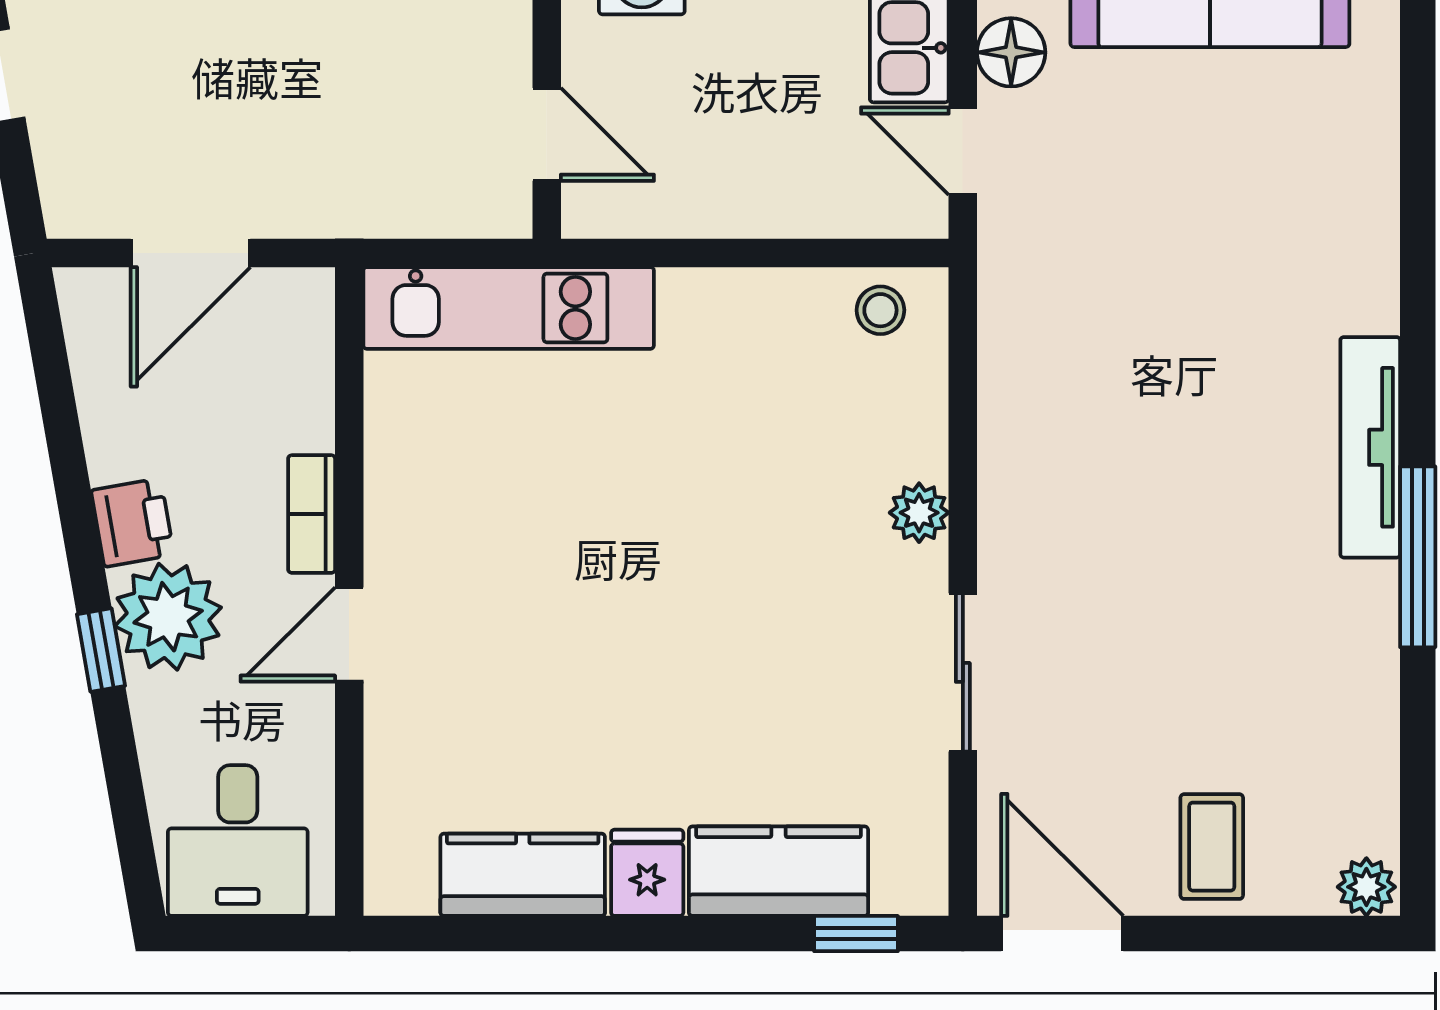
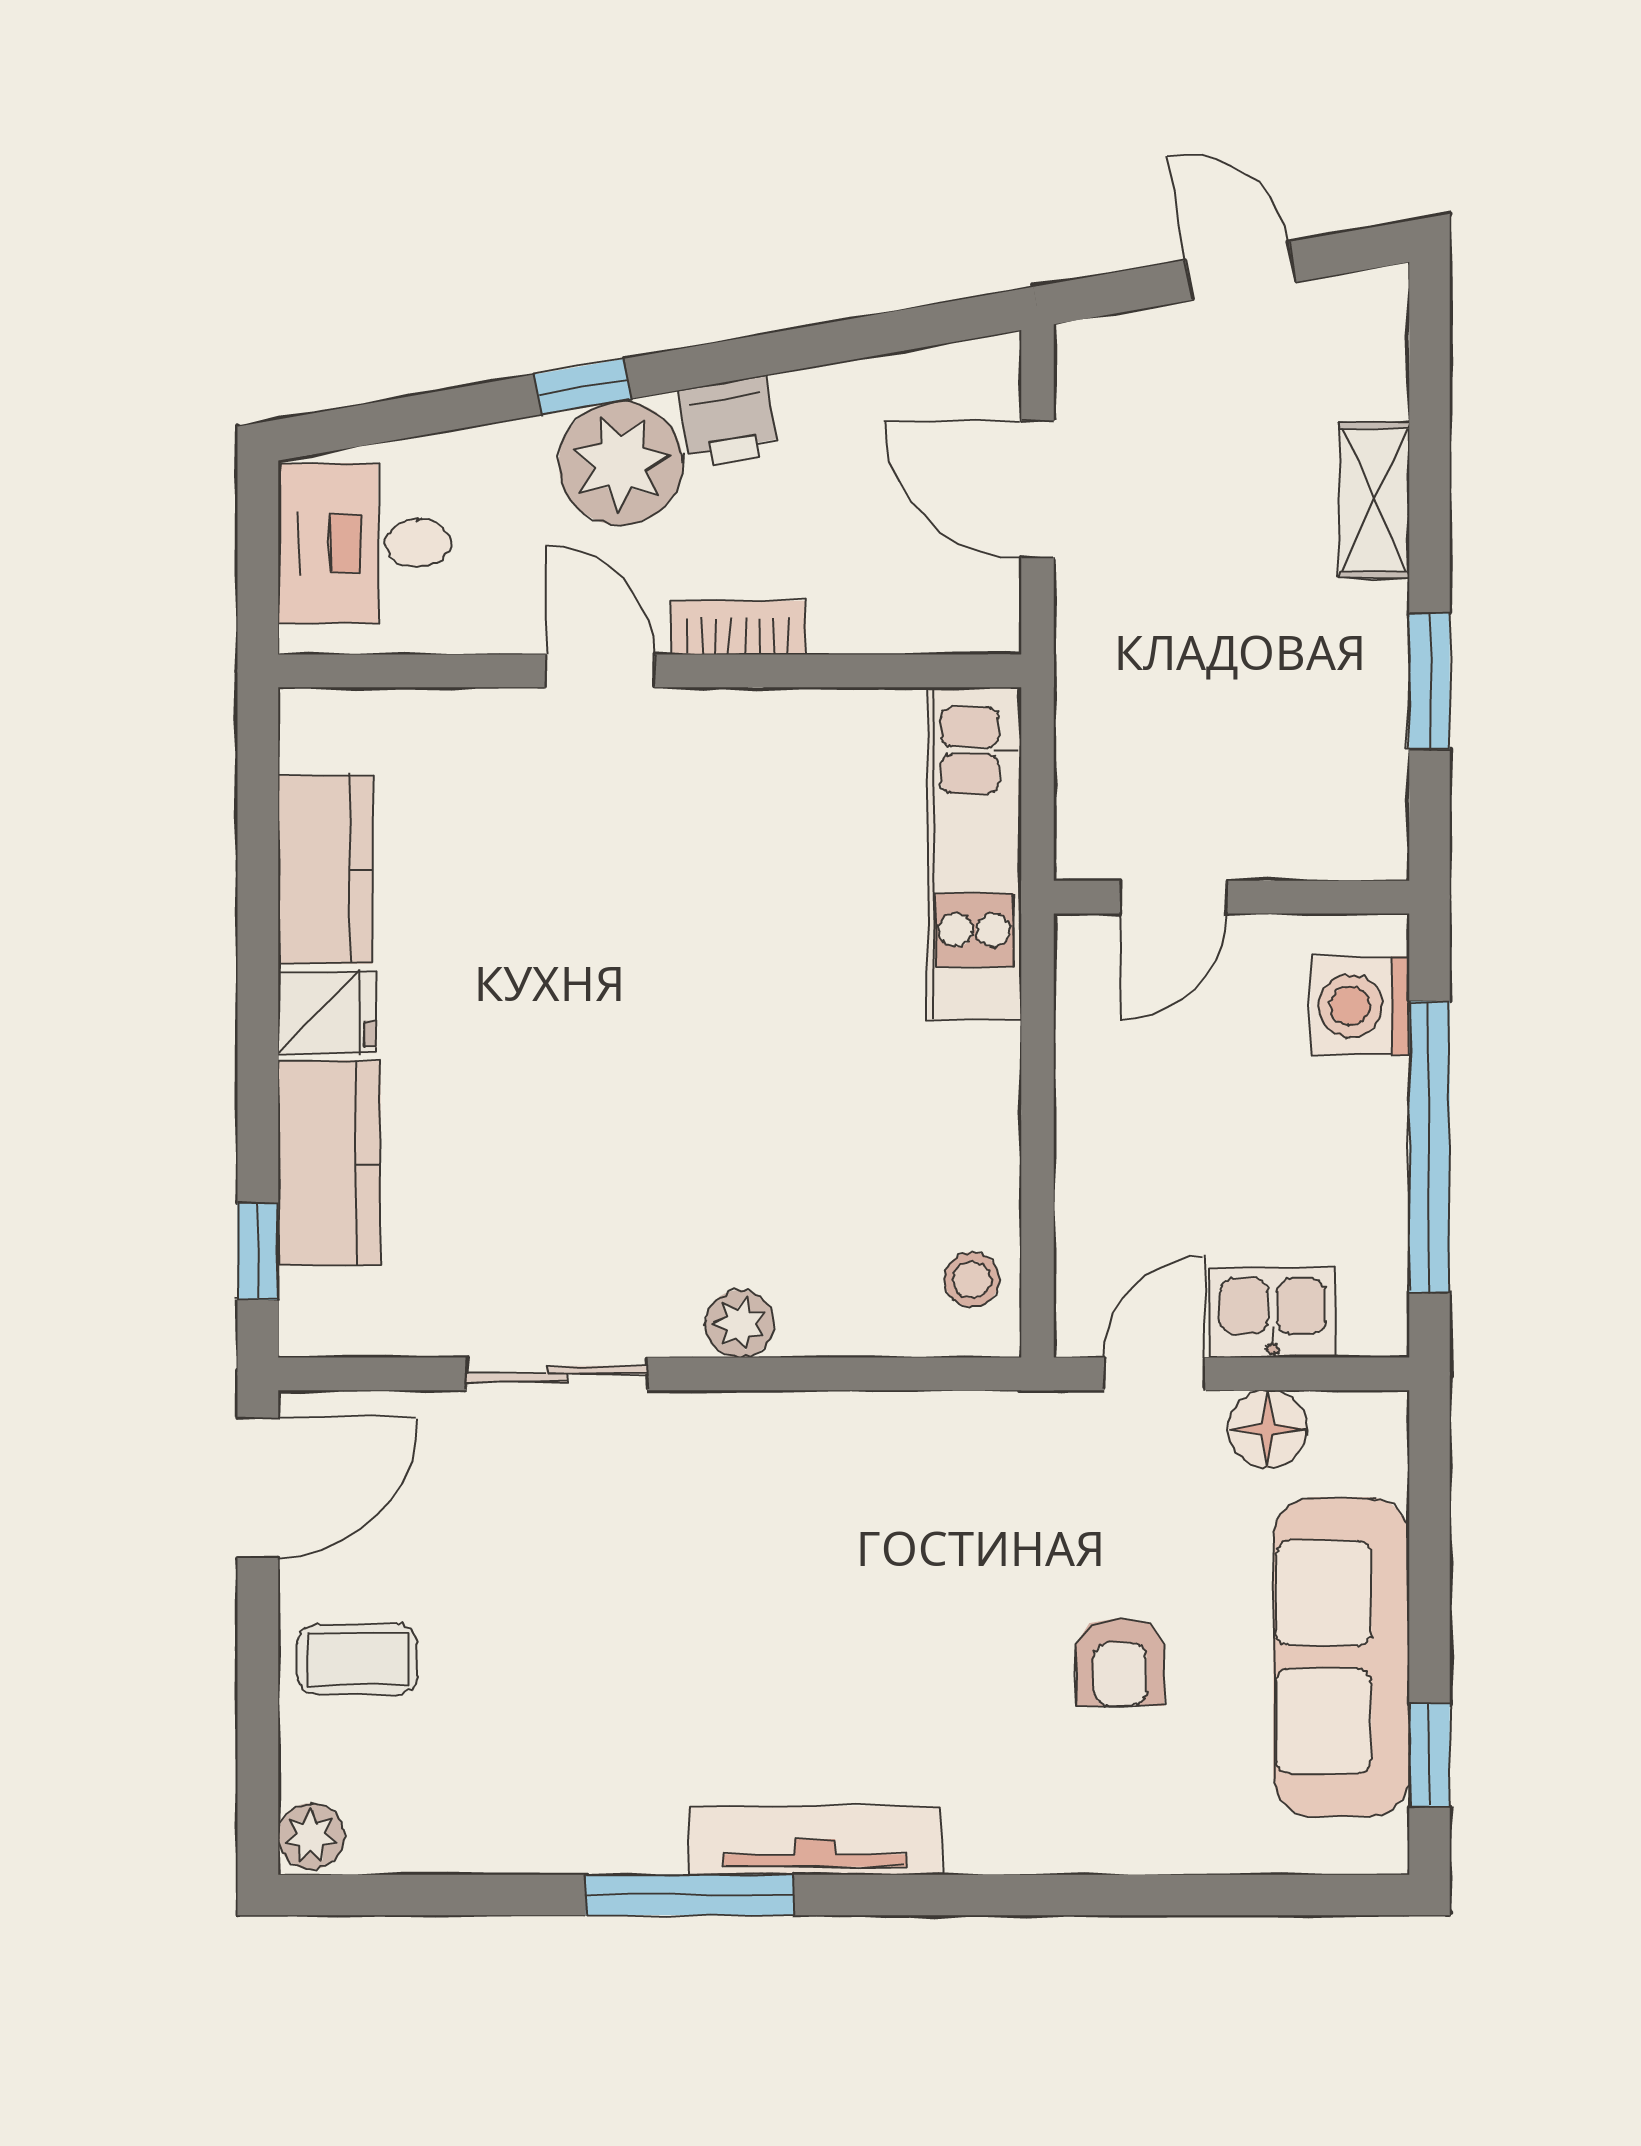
armchair: (1214, 181) -> (1120, 1662), added

